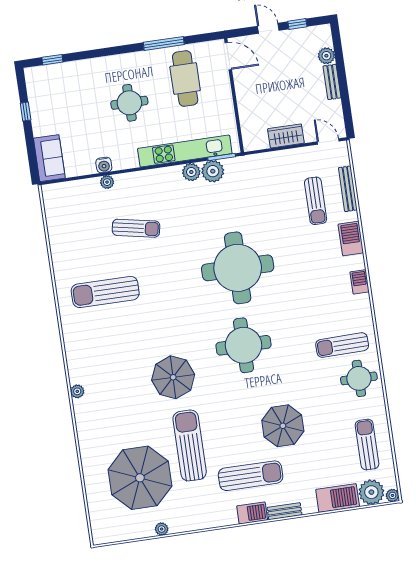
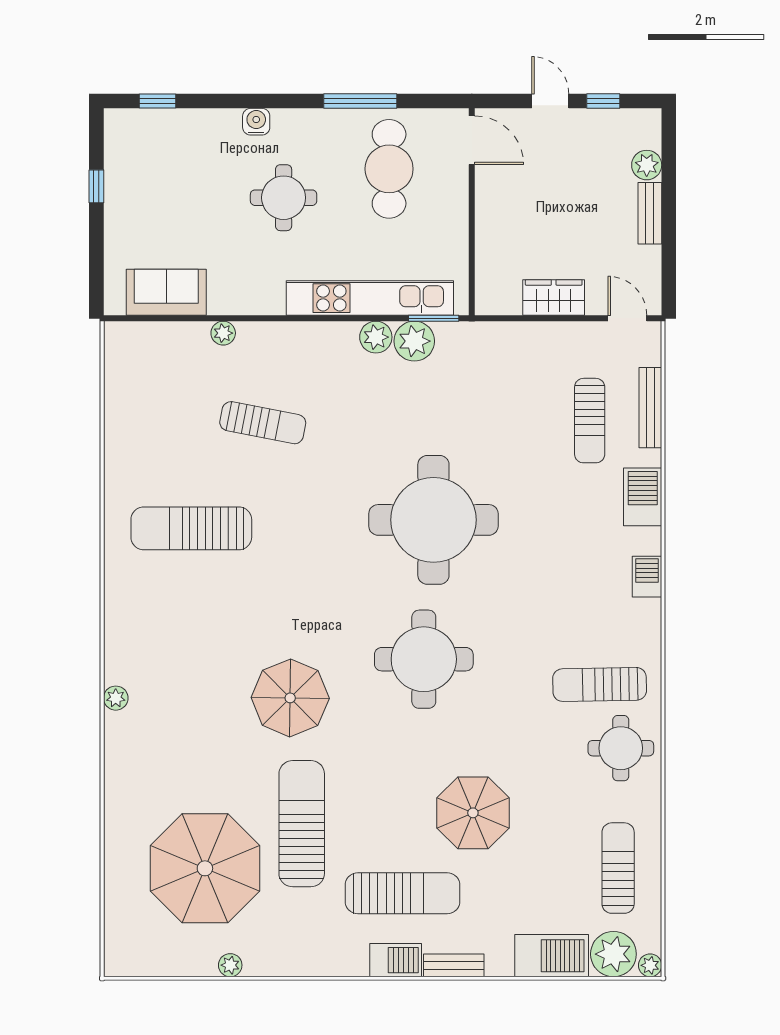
sofa: (49, 158) -> (166, 292), moved, turned -90
water cooler: (104, 165) -> (256, 122), moved, turned 180

